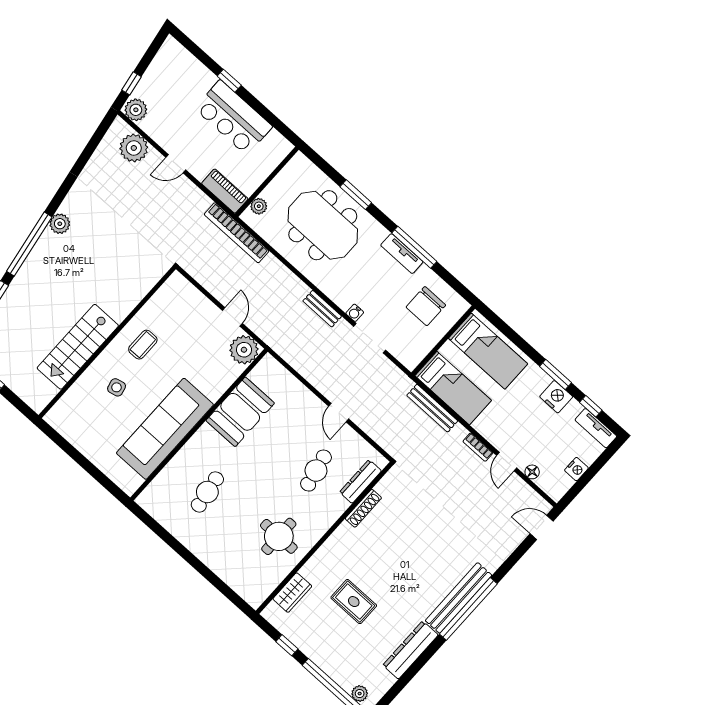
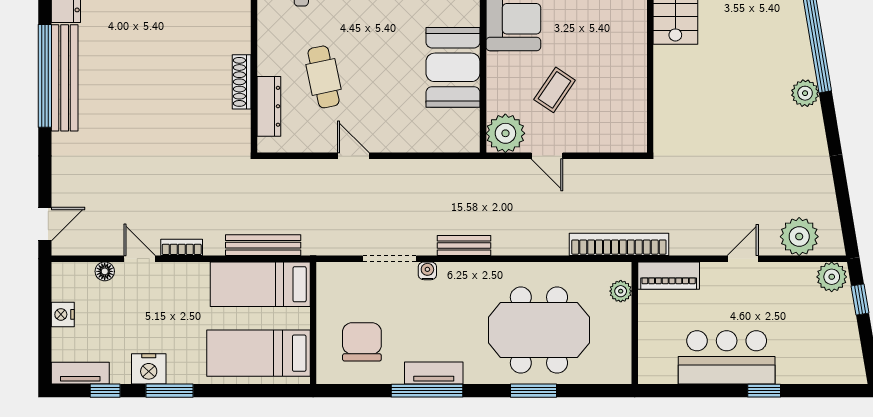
coffee table: (143, 345) -> (555, 90), moved, turned 34

